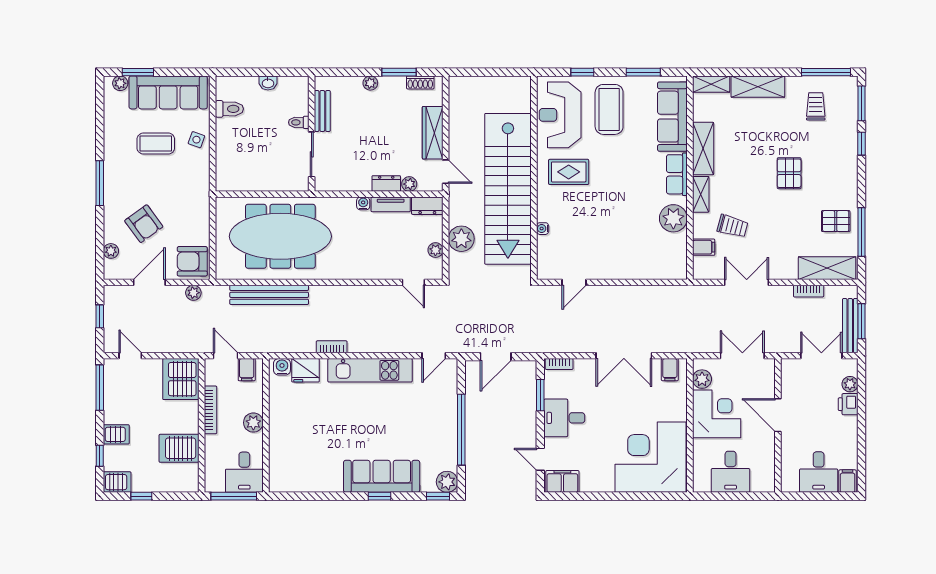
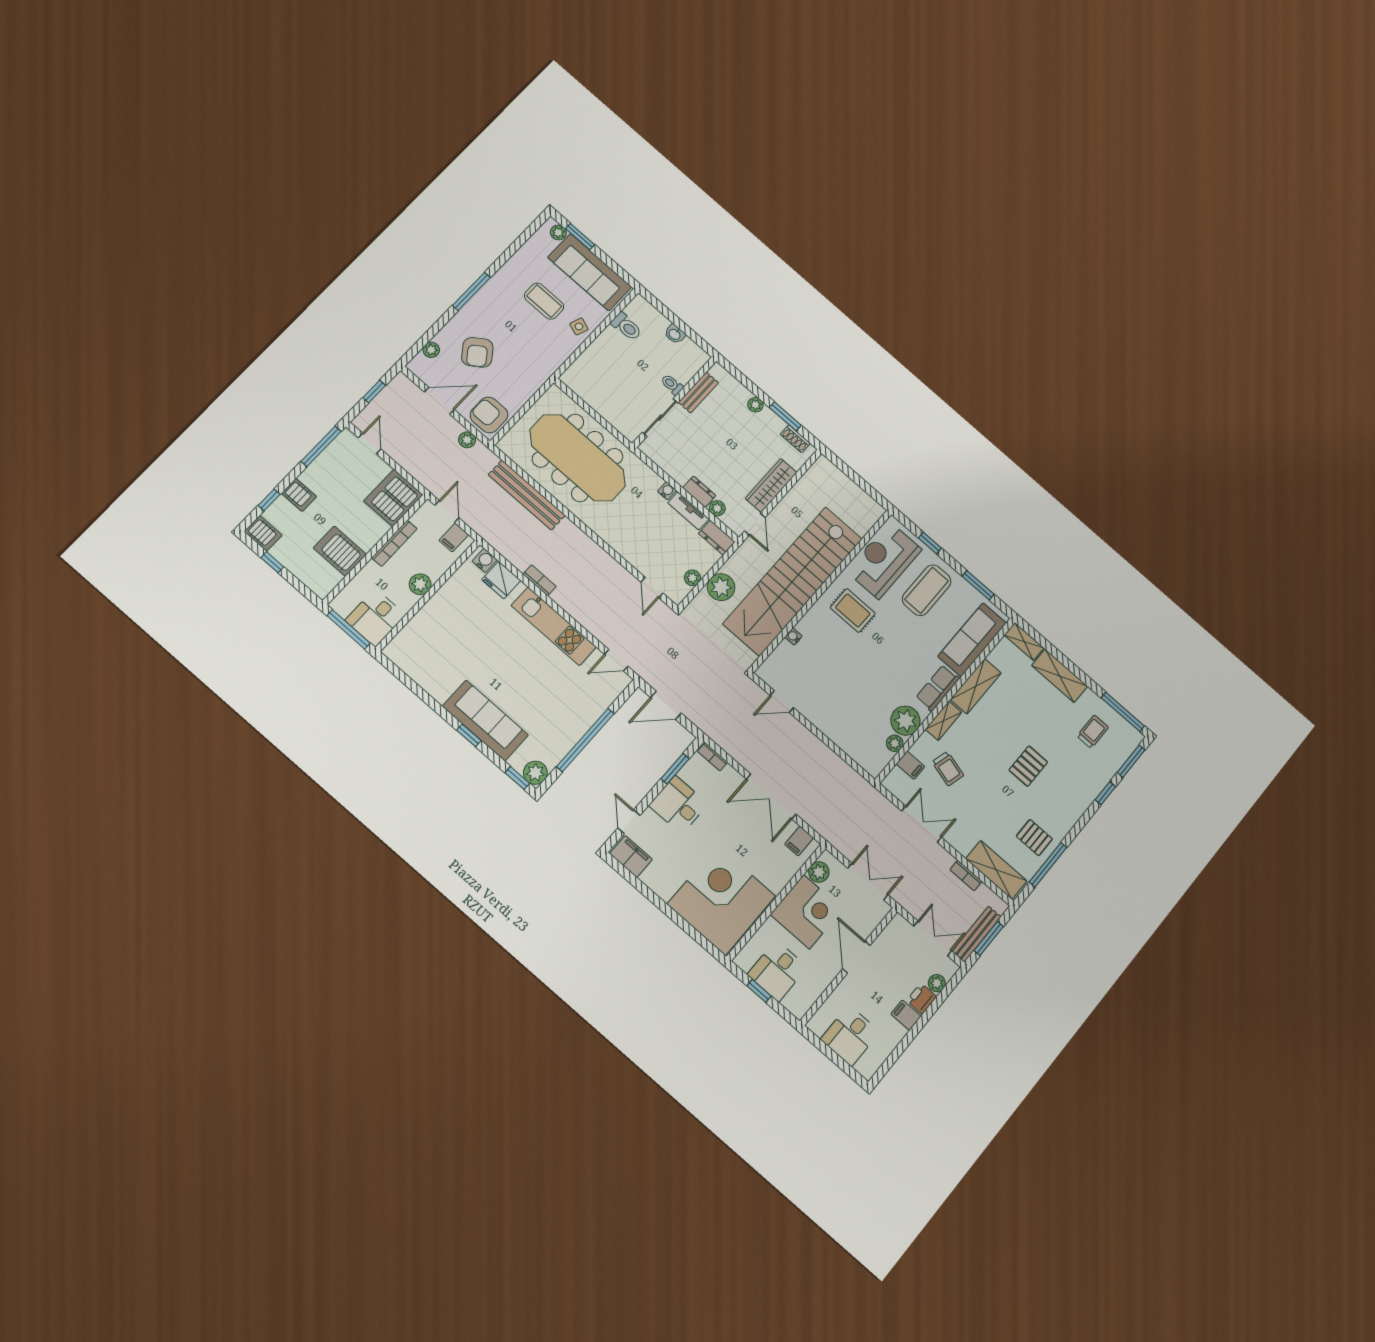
plant: (679, 241) -> (895, 743), added
filing cabinet: (848, 481) -> (906, 1015), moved, turned -90
window: (729, 496) -> (759, 991), added

